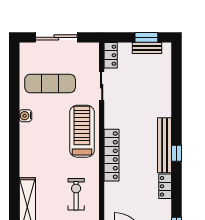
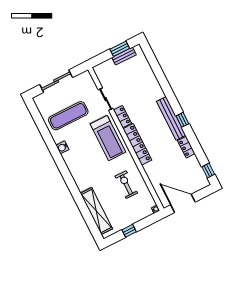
locker: (111, 55) -> (122, 117), moved
treadmill: (82, 131) -> (108, 138), turned 180

